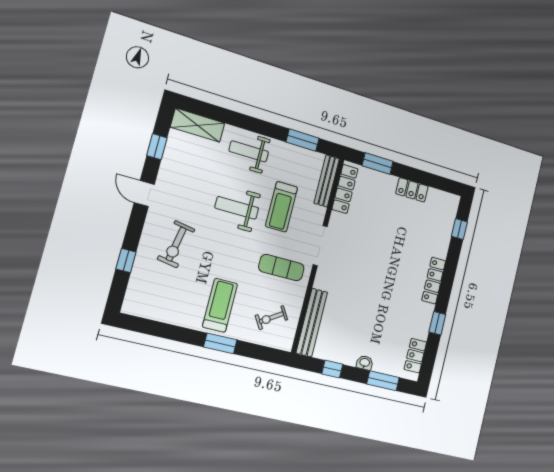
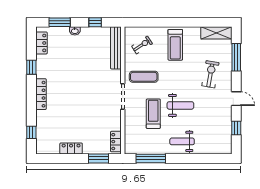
shelving: (198, 125) -> (216, 33), moved
window: (303, 140) -> (151, 158), width x1.44
weight bench: (249, 151) -> (182, 141), turned 180
bench: (327, 181) -> (129, 138), removed
locker: (345, 189) -> (116, 142), width x0.66
window: (126, 261) -> (236, 57), width x2.17
window: (220, 343) -> (169, 22), removed

